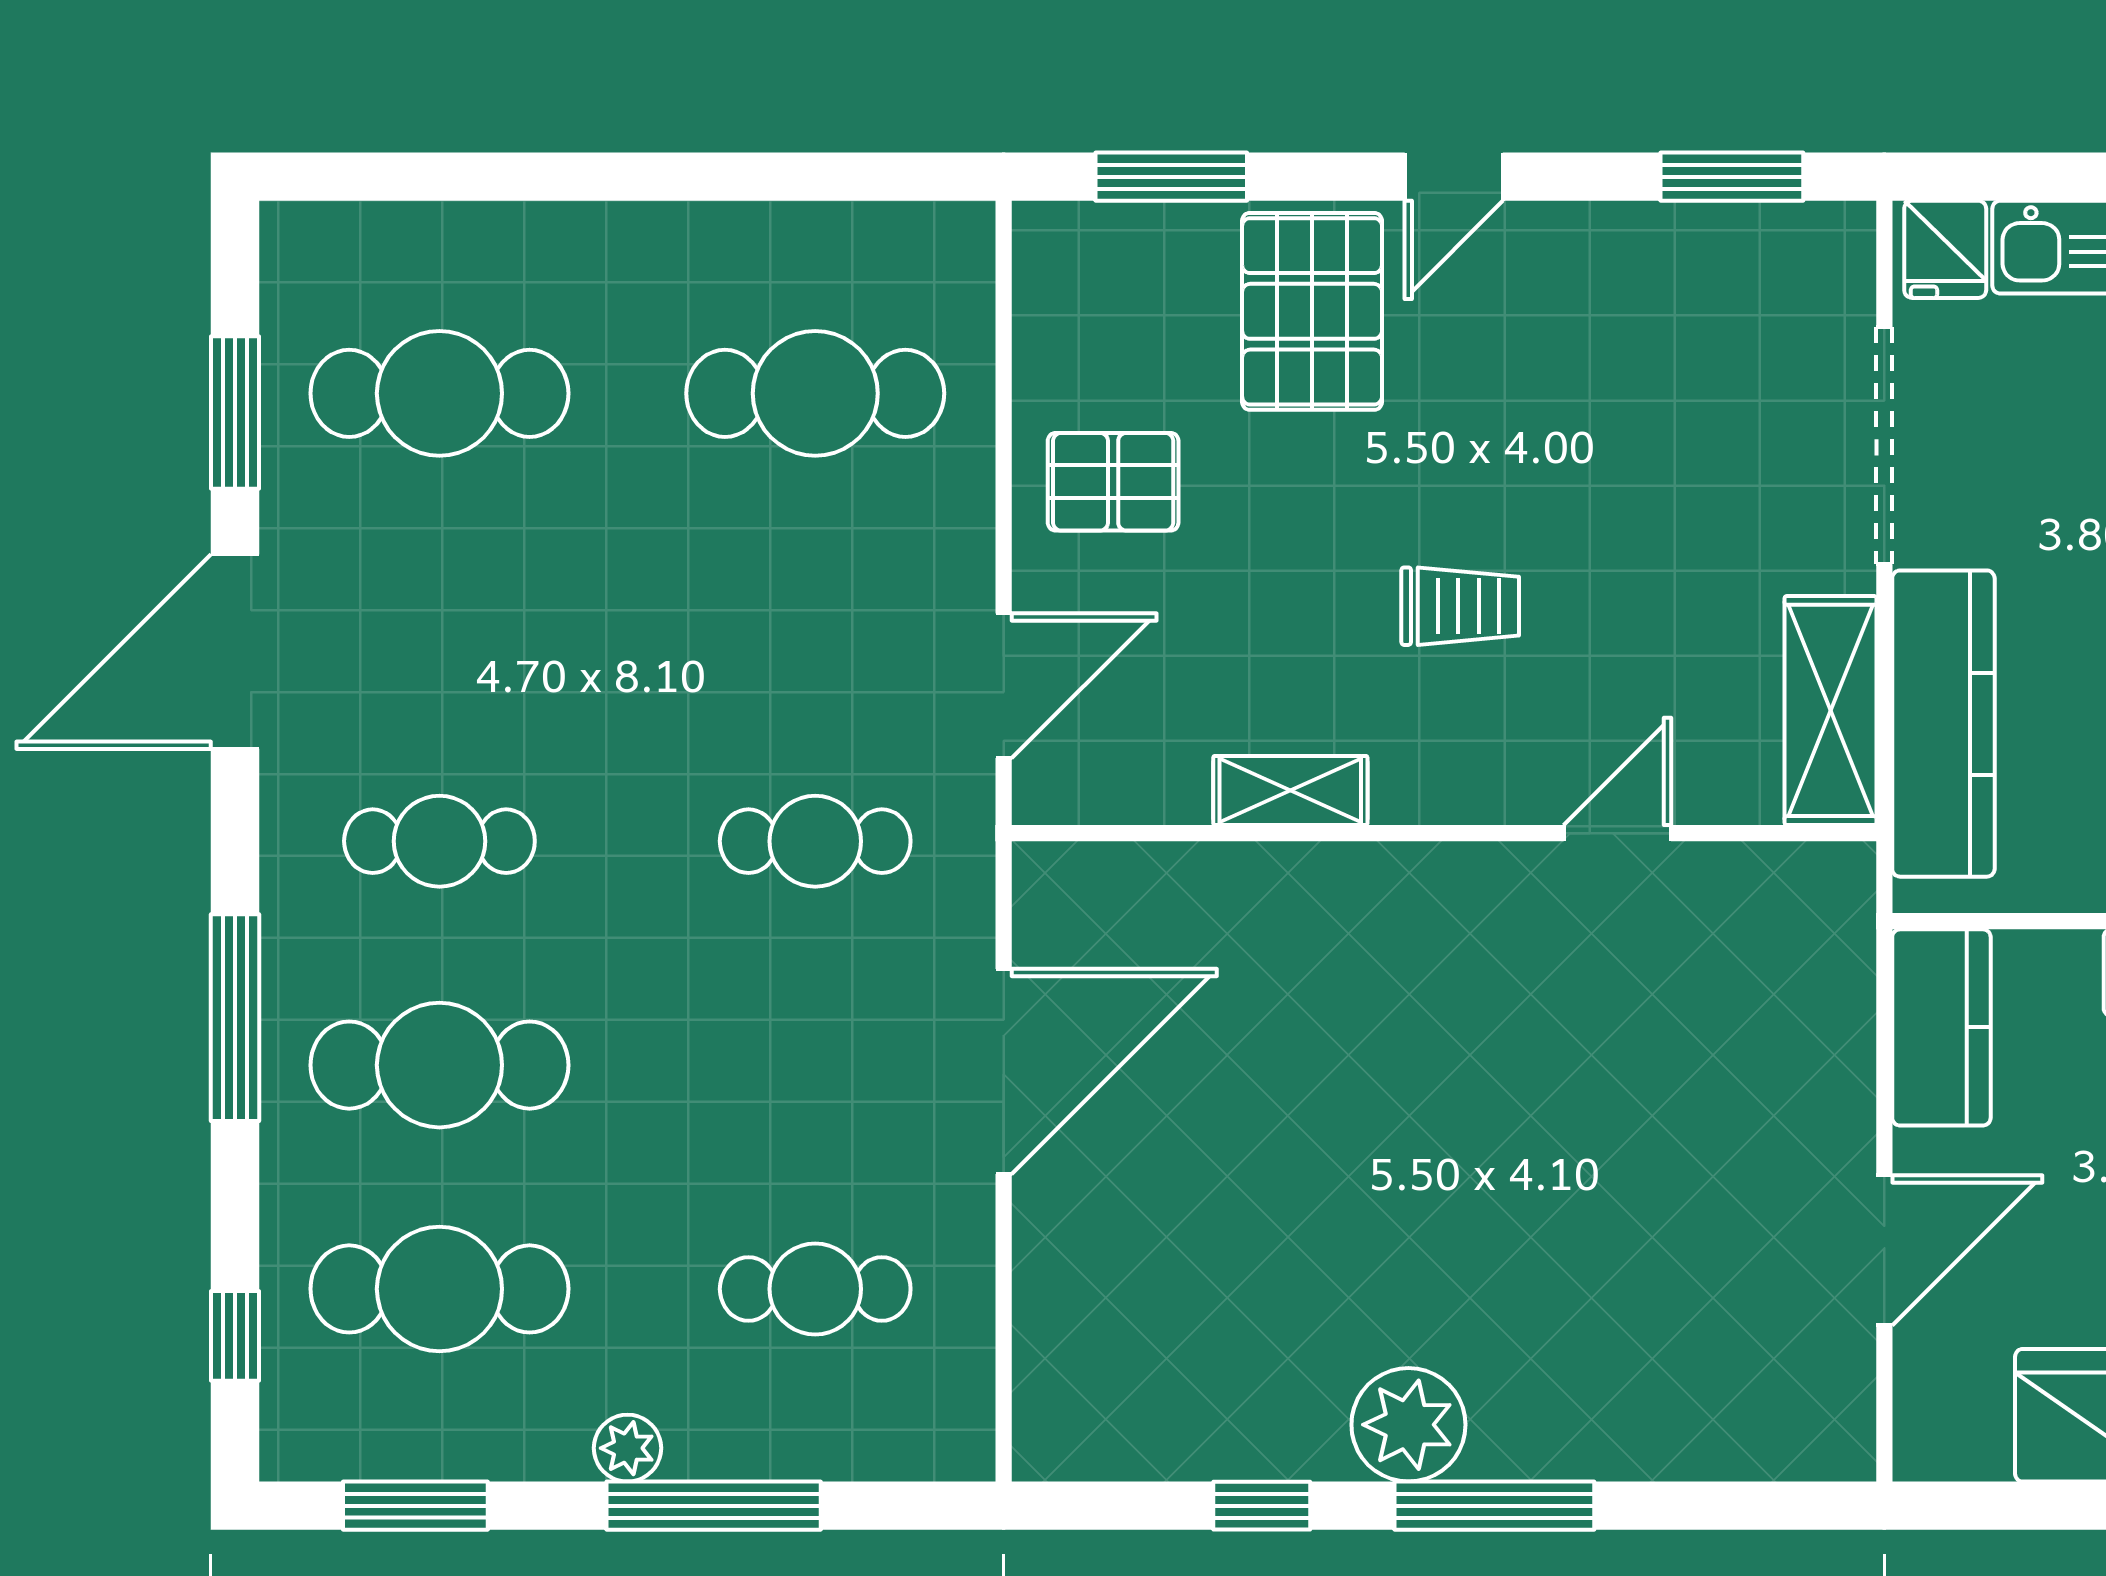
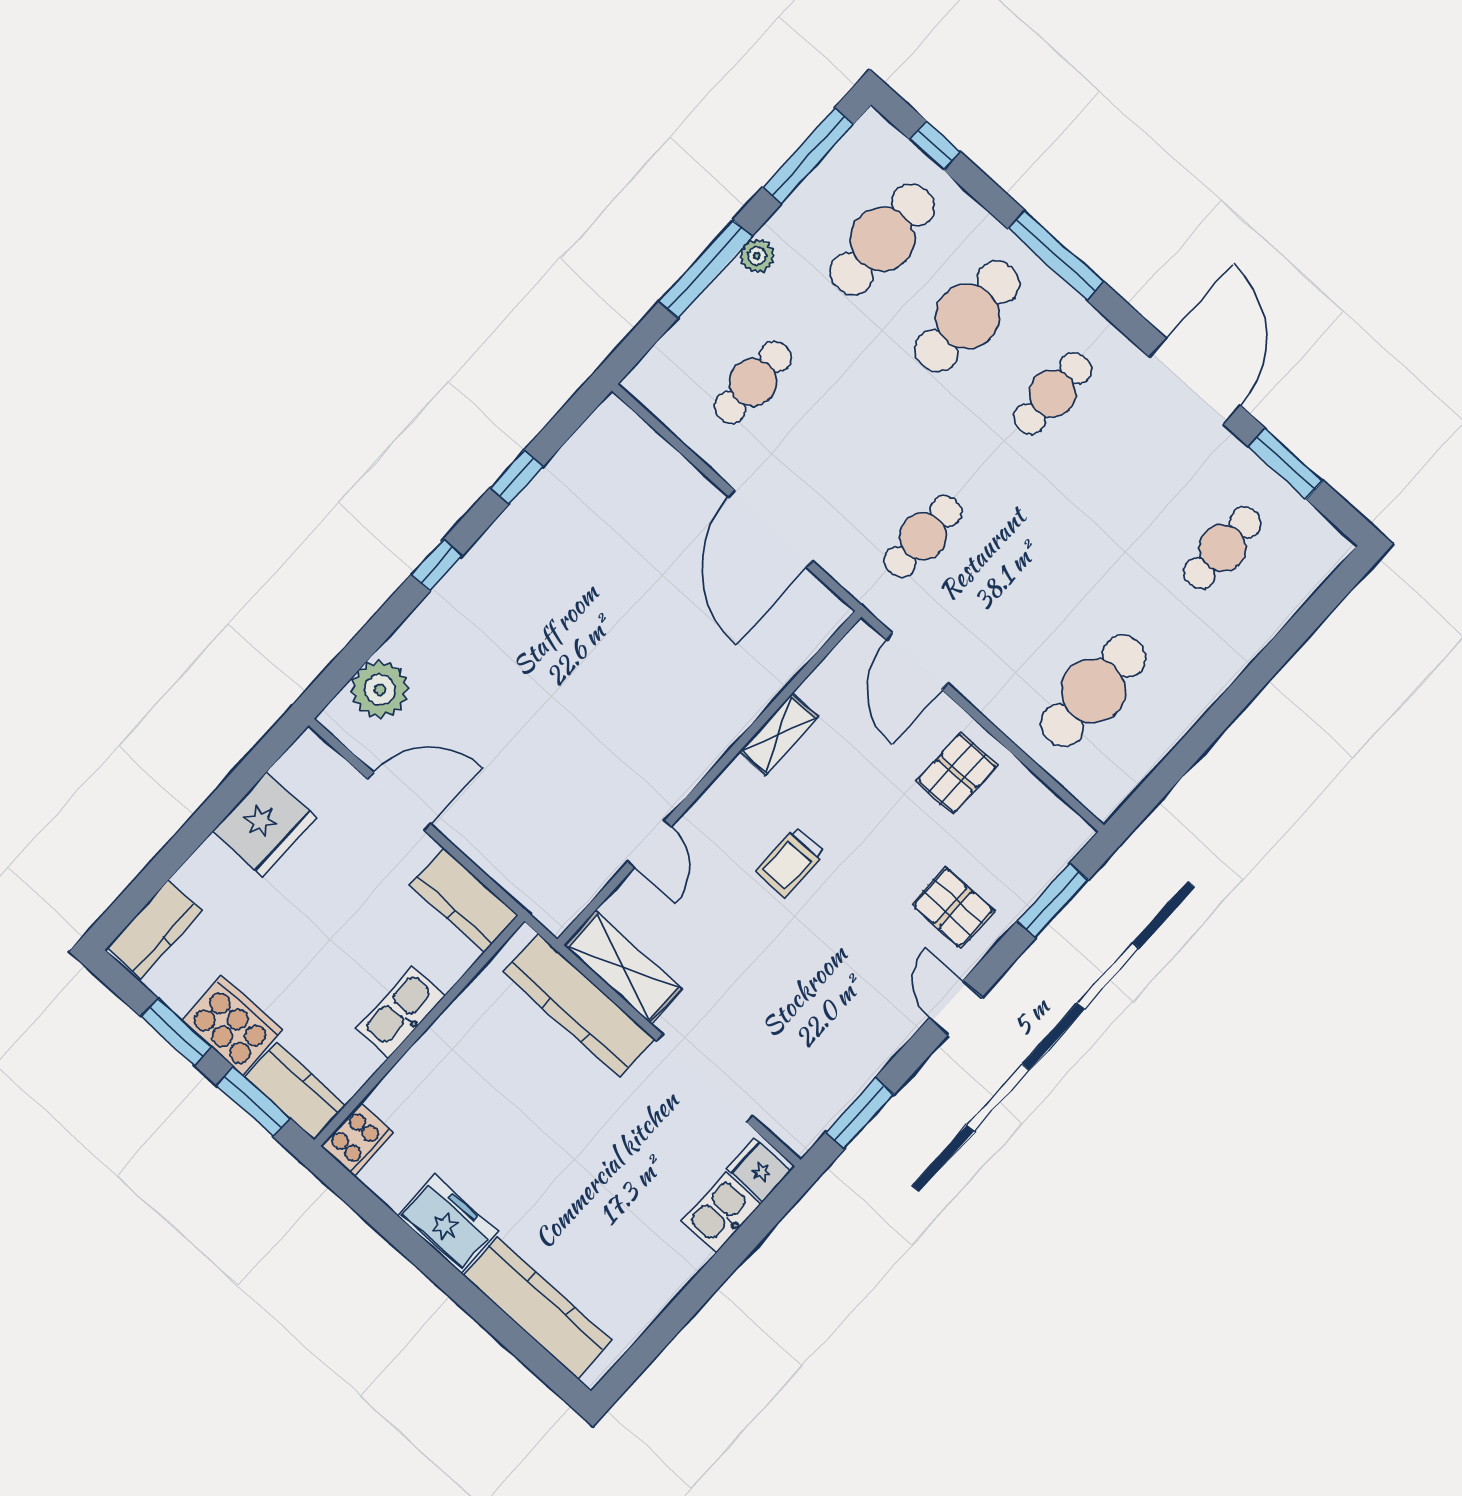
pallet: (1312, 311) -> (953, 908), width x0.67, depth x0.71
cafe table: (439, 393) -> (1223, 548), width x0.73, depth x0.74
door: (1884, 1250) -> (399, 802), swing flipped
plant: (1408, 1425) -> (380, 690), moved
window: (415, 1506) -> (808, 156), width x1.44
window: (1494, 1506) -> (436, 565), width x0.46

